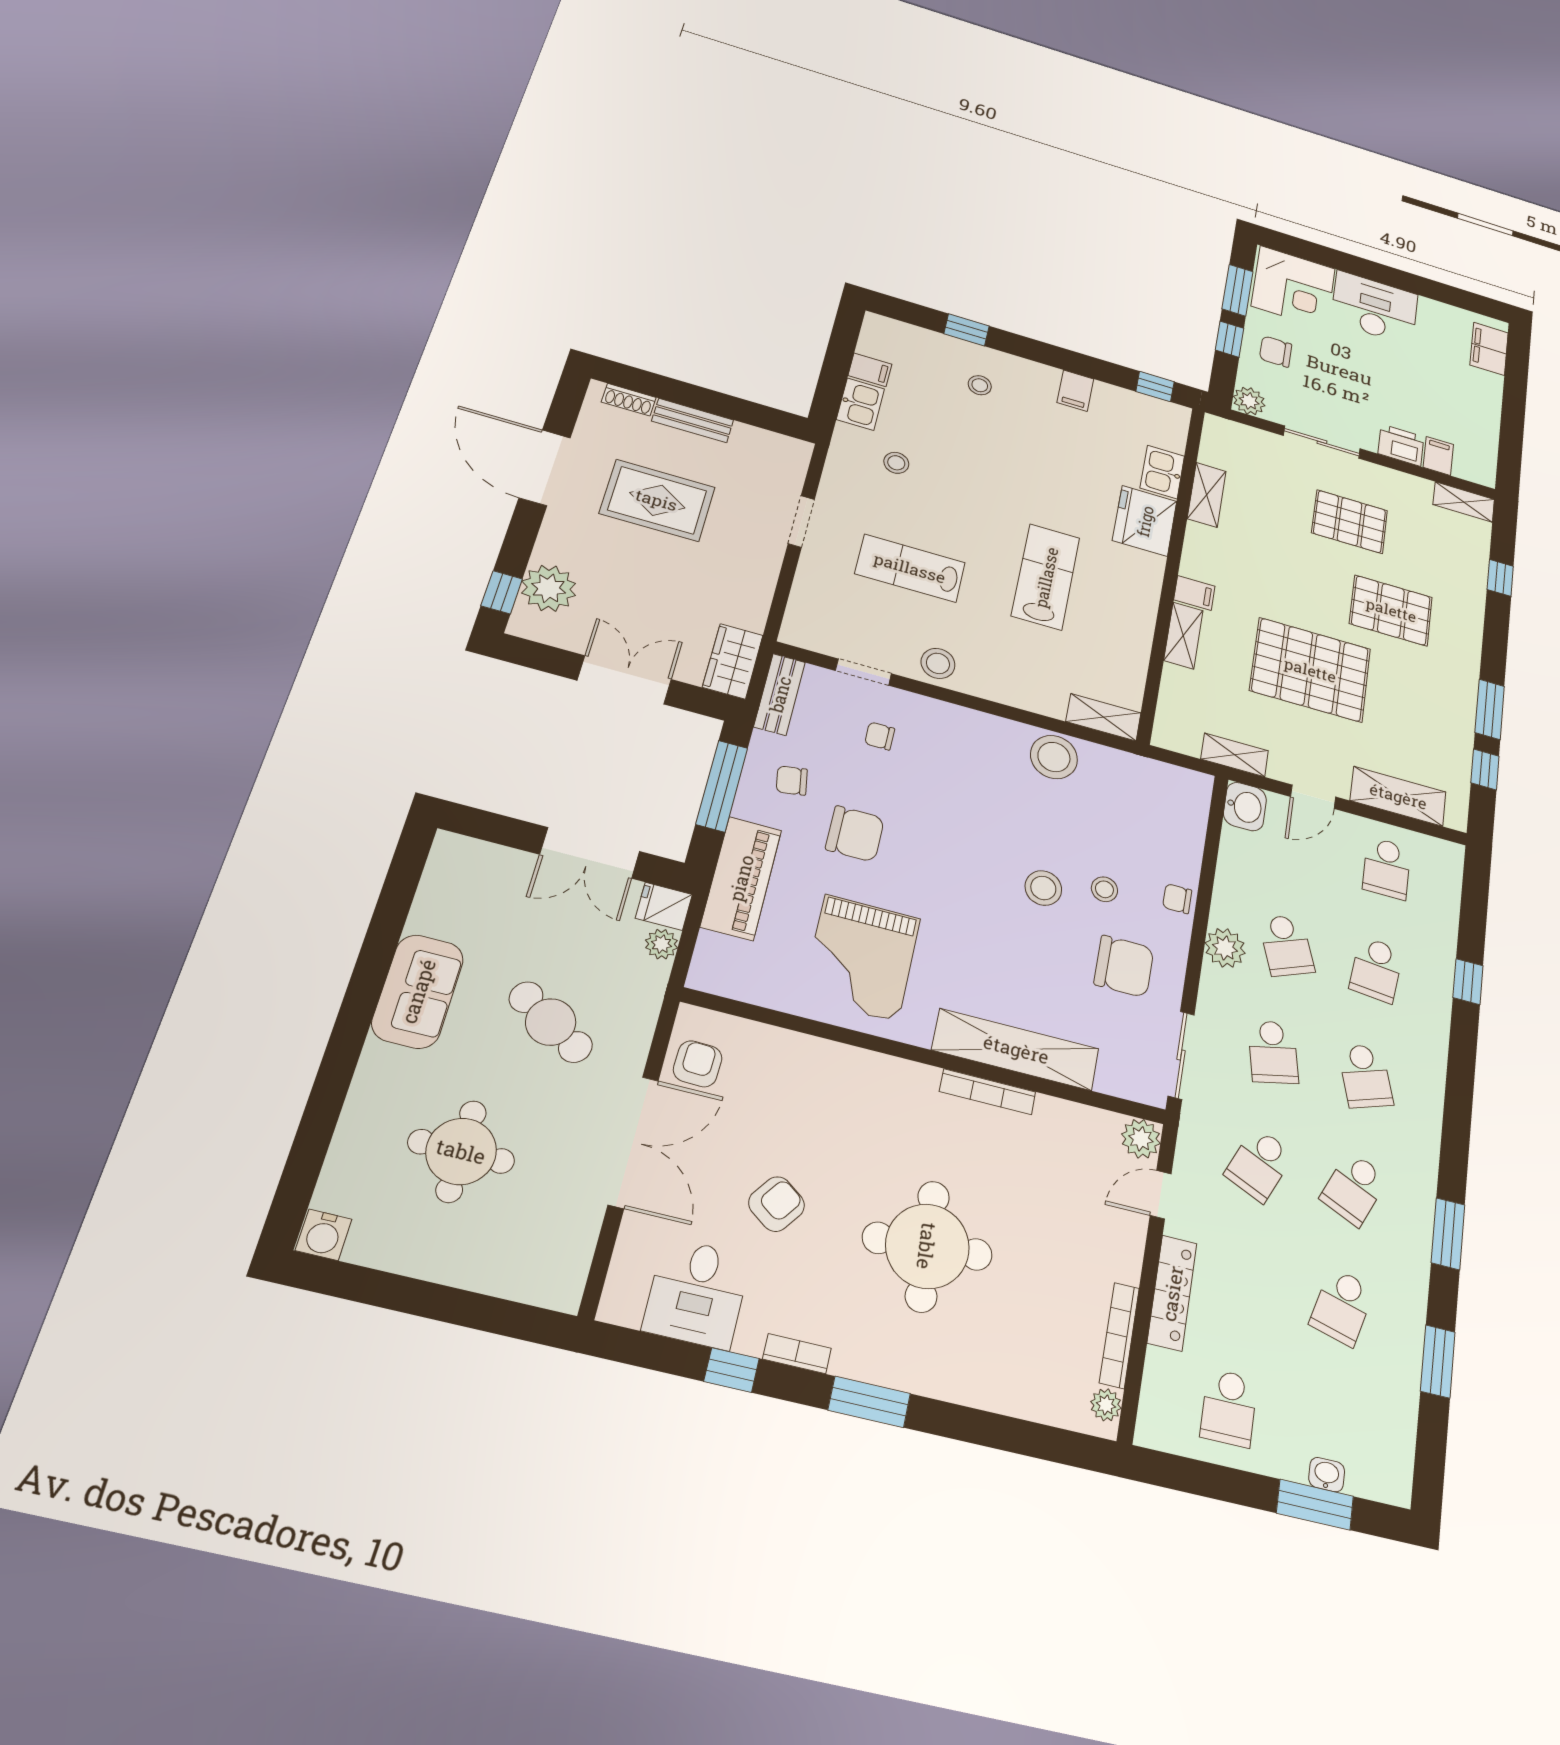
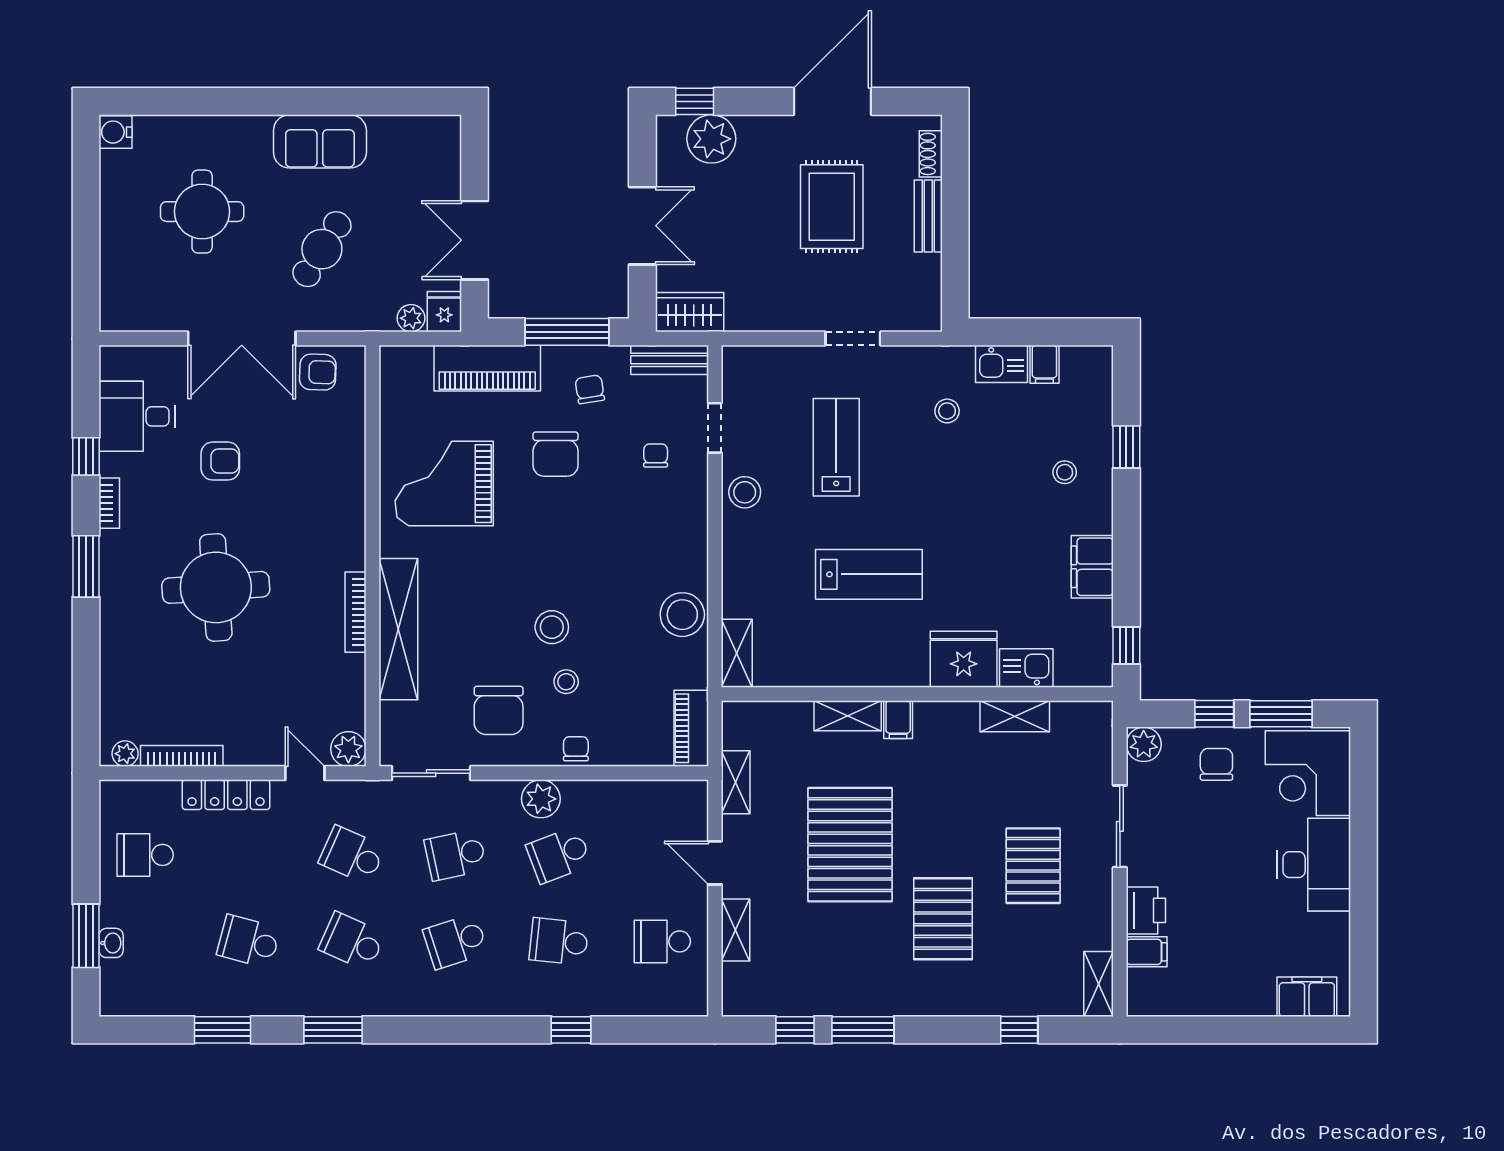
filing cabinet: (1075, 391) -> (1092, 567), width x2.00
piano: (1173, 781) -> (691, 728), added
shelving: (1398, 796) -> (735, 930), width x0.67, depth x0.75
washbasin: (1245, 807) -> (685, 799), removed
armchair: (777, 1204) -> (220, 461), turned -36

